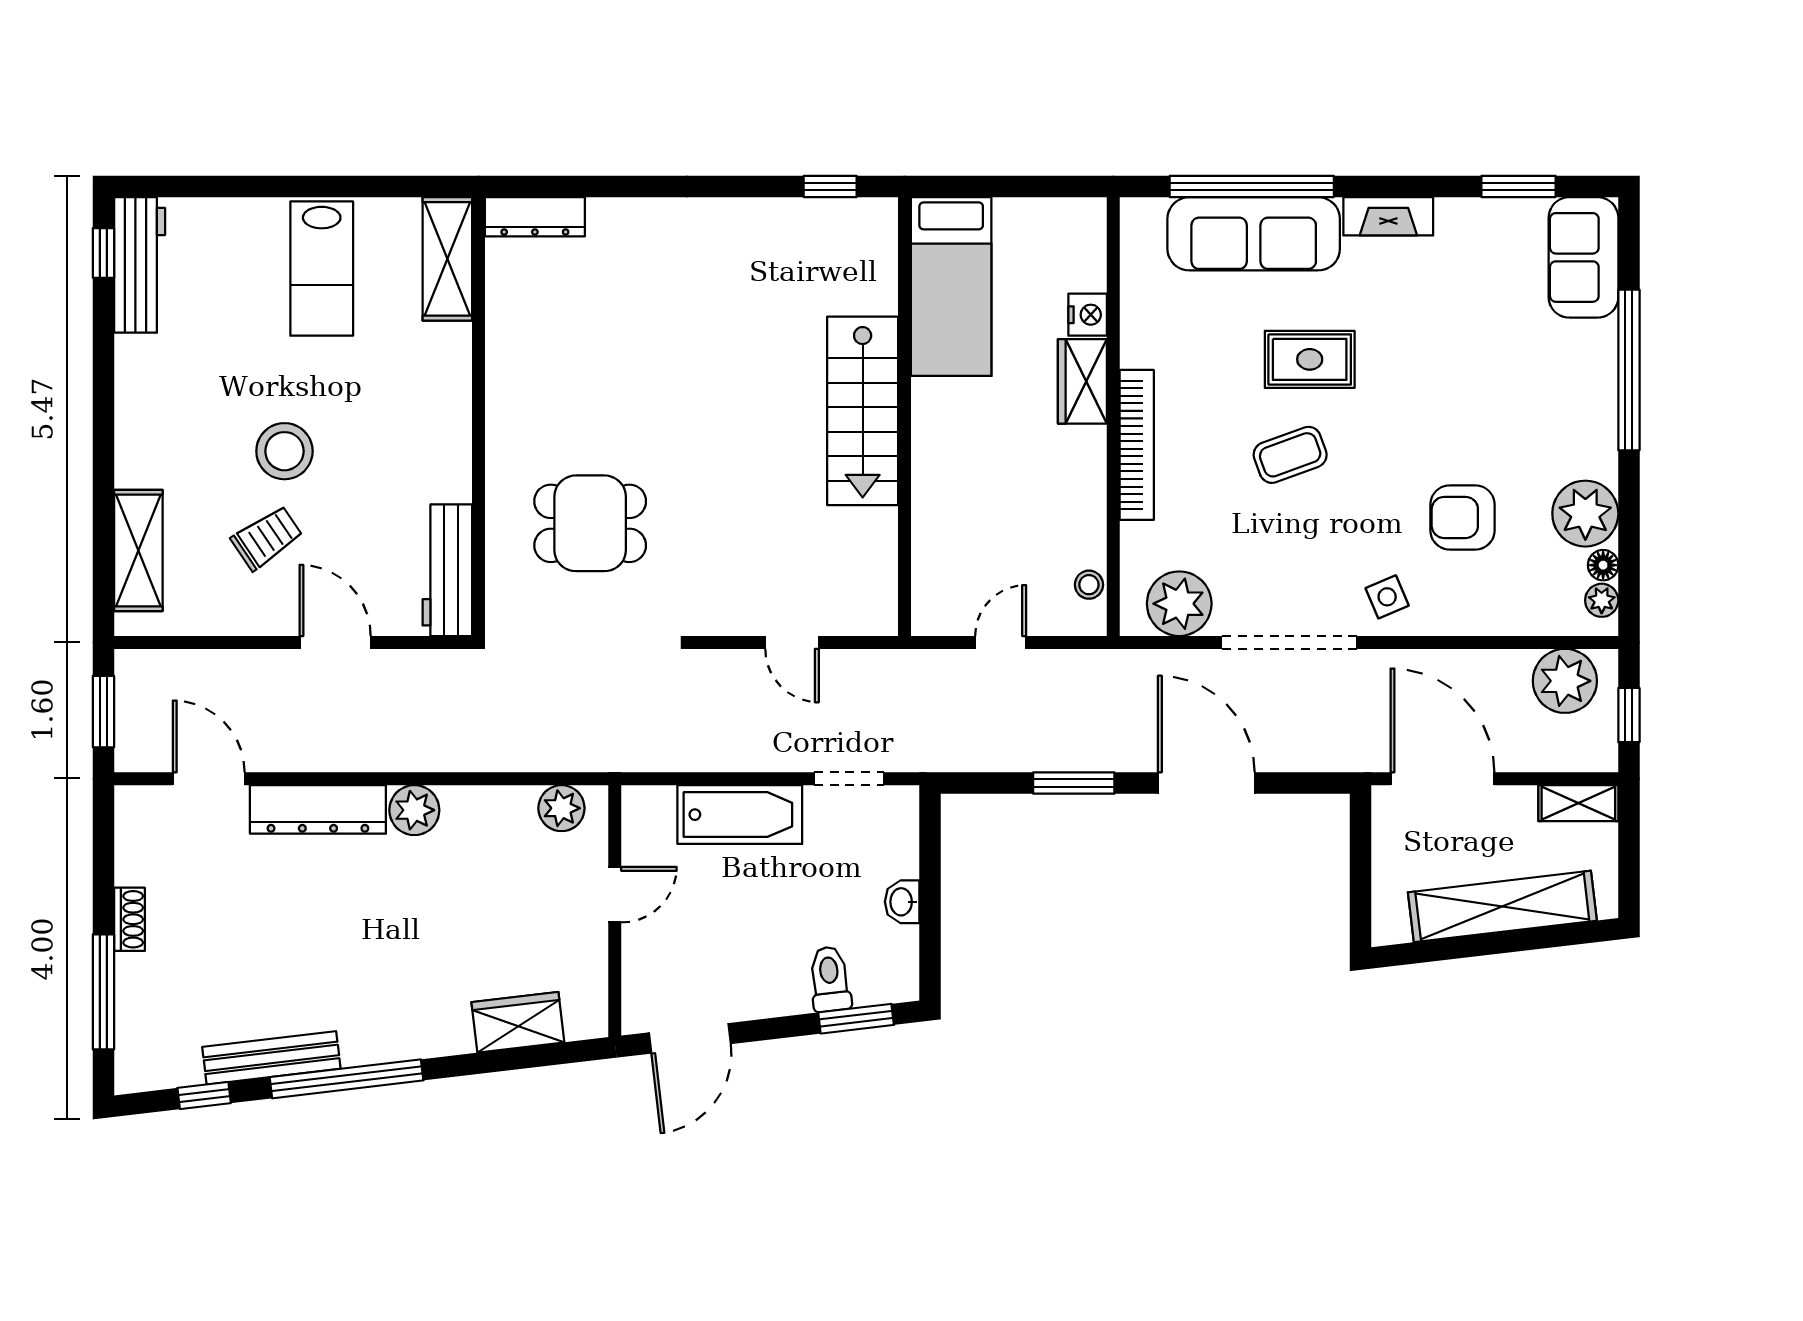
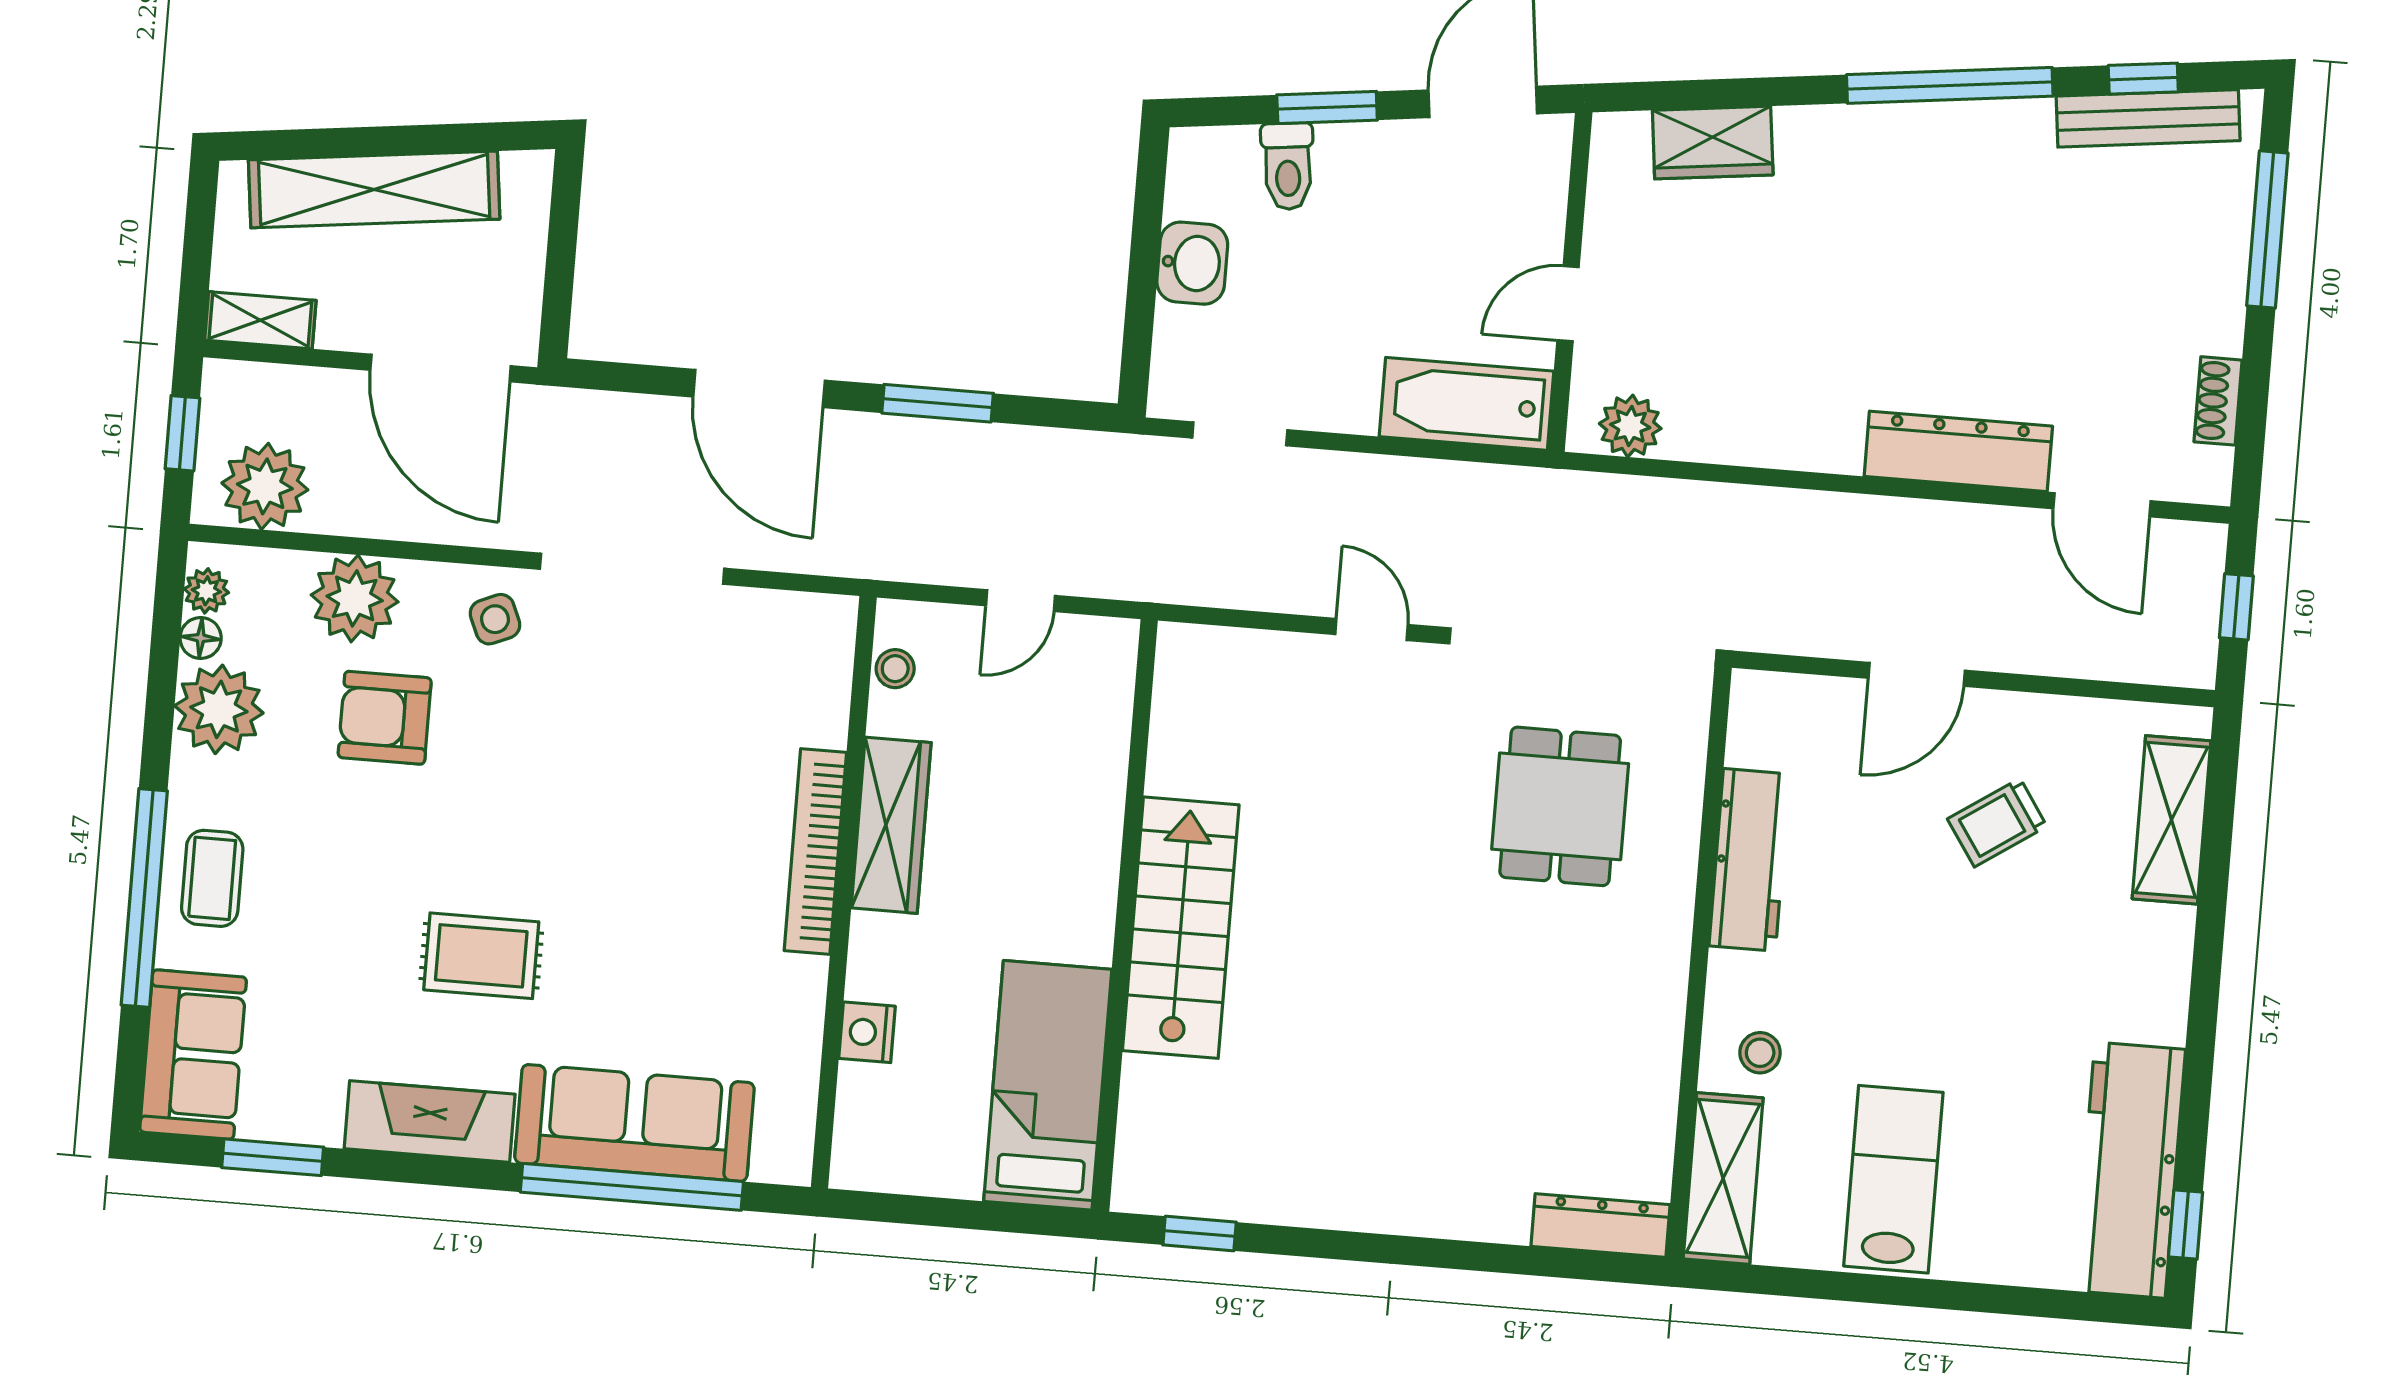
fireplace: (1388, 216) -> (430, 1121), width x1.37, depth x1.32
workbench: (140, 265) -> (2130, 1170), width x1.36, depth x1.32
rug: (1310, 359) -> (481, 956), moved
wardrobe: (1082, 381) -> (891, 825), moved, width x1.50
stool: (284, 451) -> (1760, 1053), moved, width x0.53, depth x0.53
coffee table: (1290, 455) -> (212, 878), moved, turned -70
armchair: (1463, 517) -> (385, 718), turned 180
dining table: (590, 523) -> (1560, 806), turned 90
workbench: (447, 570) -> (1749, 860), moved
plant: (1179, 604) -> (355, 598), moved
door: (335, 642) -> (1917, 674), hinge flipped
door: (792, 642) -> (1371, 630), moved
window: (103, 712) -> (2236, 607), width x0.67
plant: (414, 810) -> (1829, 440), removed
bathtub: (740, 815) -> (1467, 404), moved
washbasin: (902, 902) -> (1192, 263), width x1.38, depth x1.45
shoe rack: (129, 919) -> (2218, 401), moved
window: (856, 1019) -> (1327, 107), moved
bench: (271, 1058) -> (2148, 118), moved

